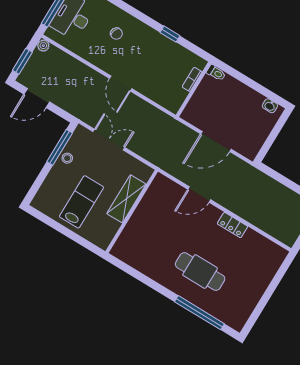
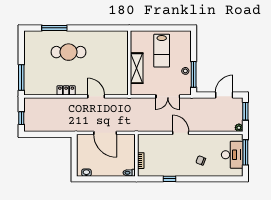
door: (216, 142) -> (105, 133), swing flipped
door: (199, 194) -> (96, 96), hinge flipped
window: (279, 276) -> (21, 78), added
window: (199, 313) -> (54, 28), width x0.68

